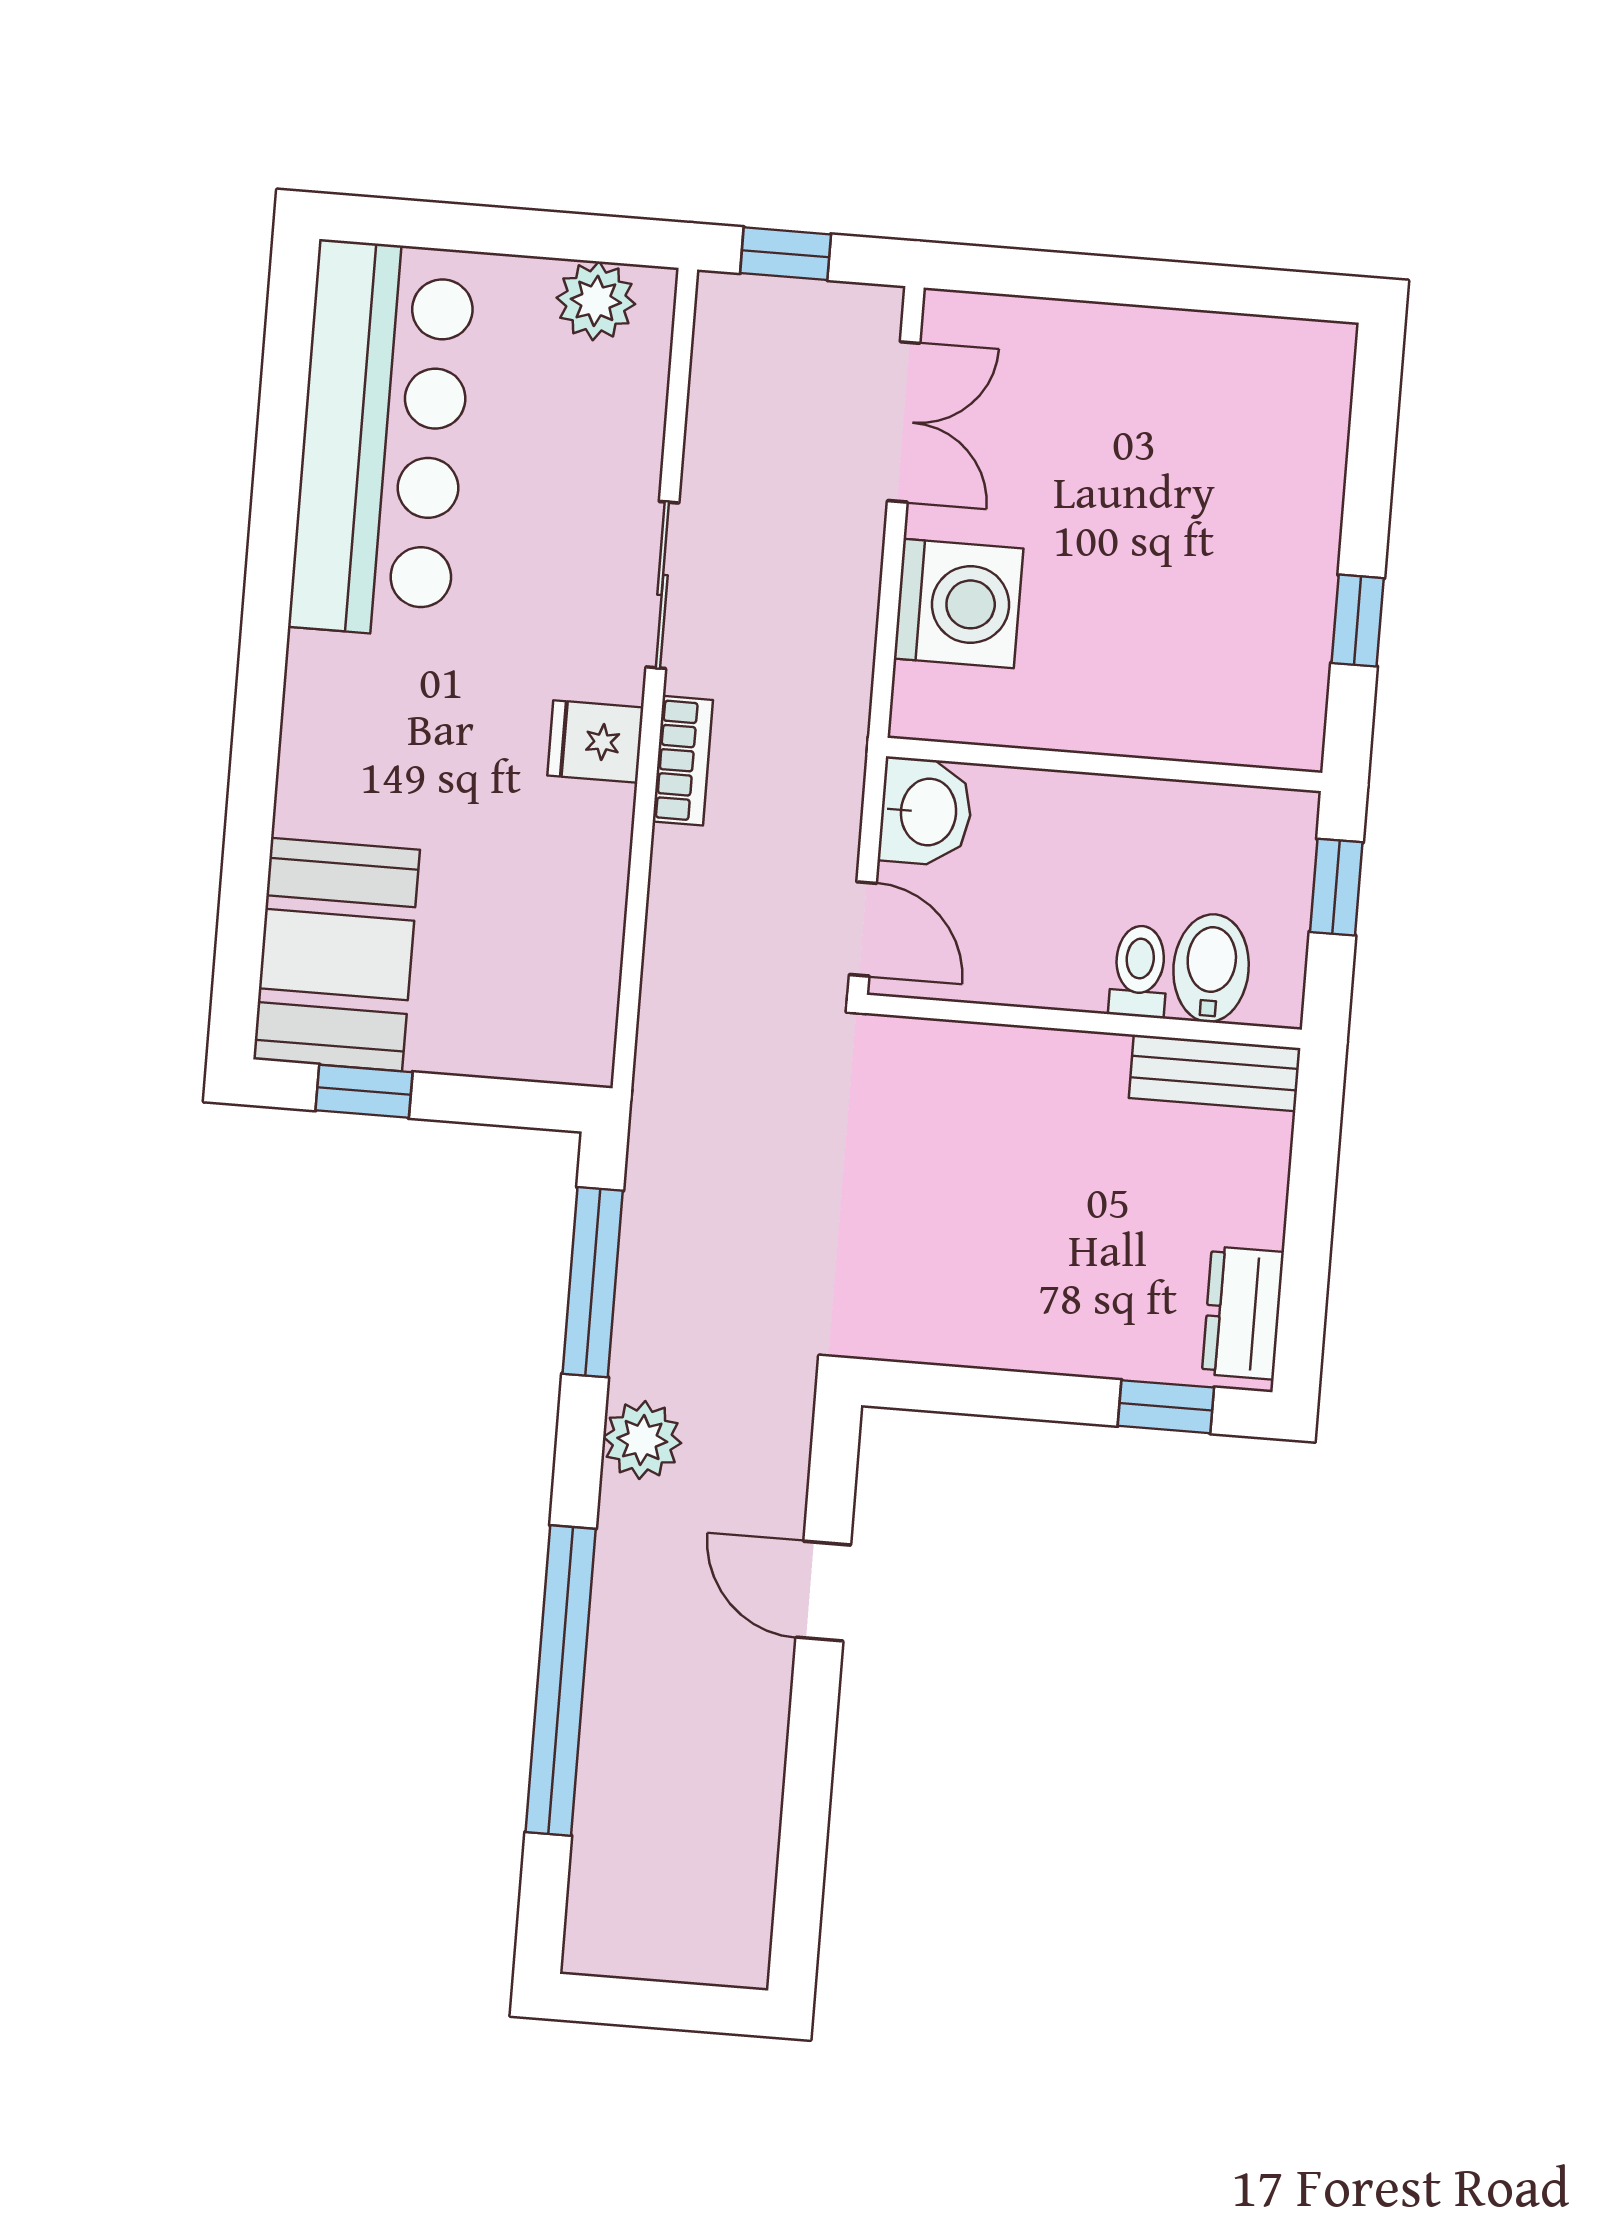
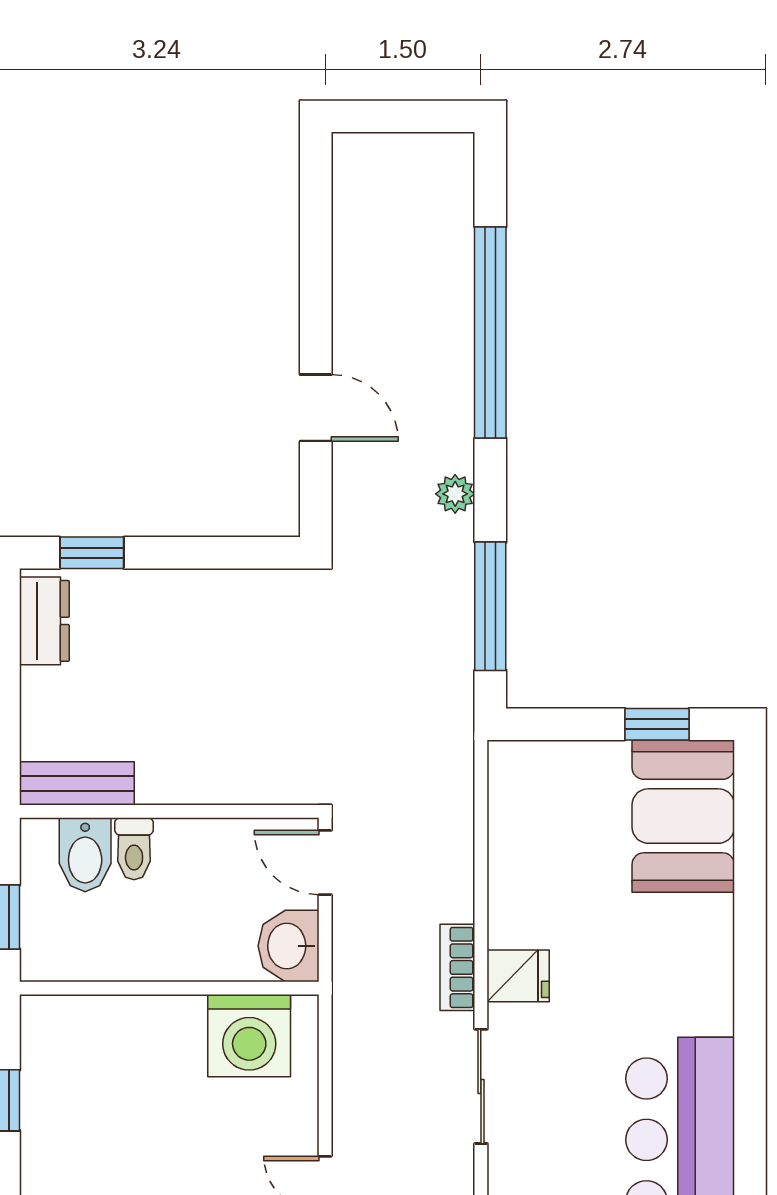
washing machine: (959, 603) -> (249, 1036), moved, turned -90
plant: (642, 1440) -> (455, 494), width x0.73, depth x0.73

